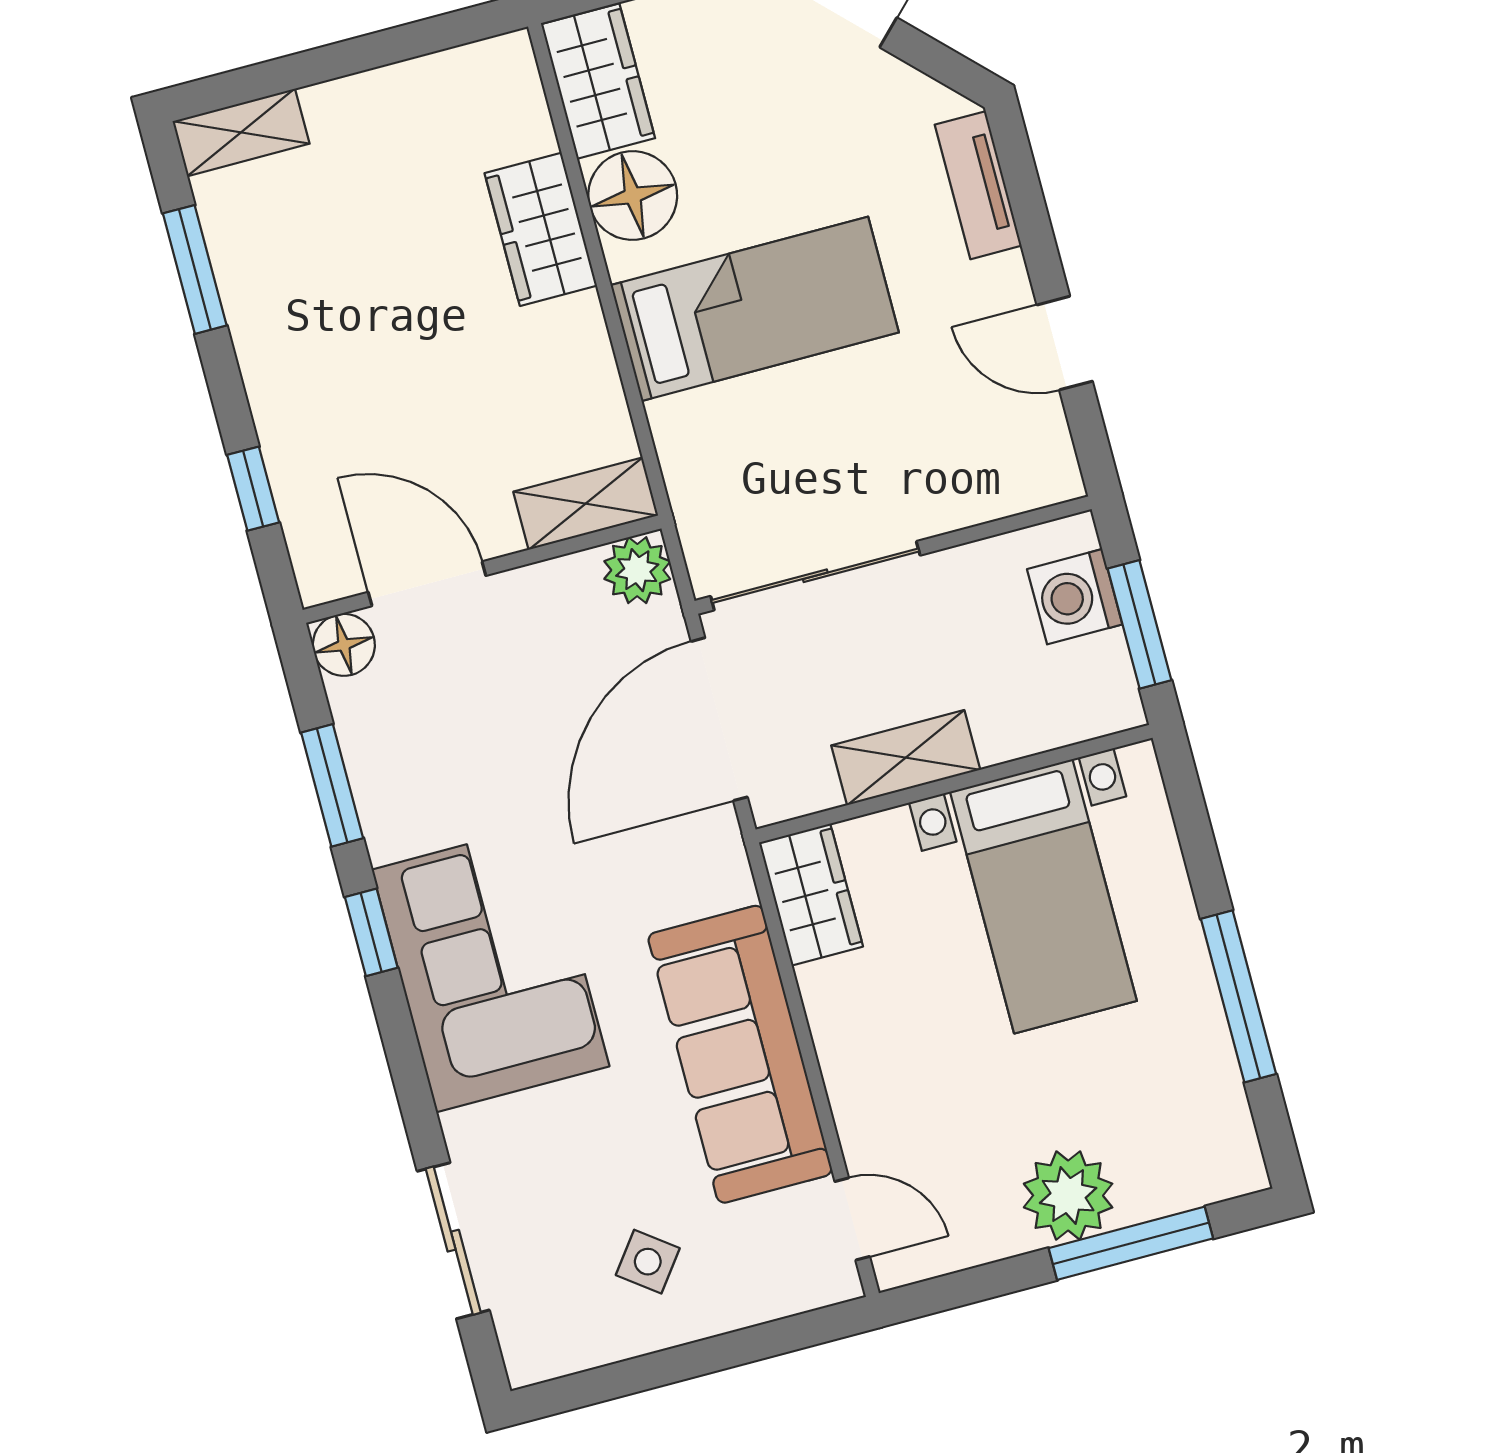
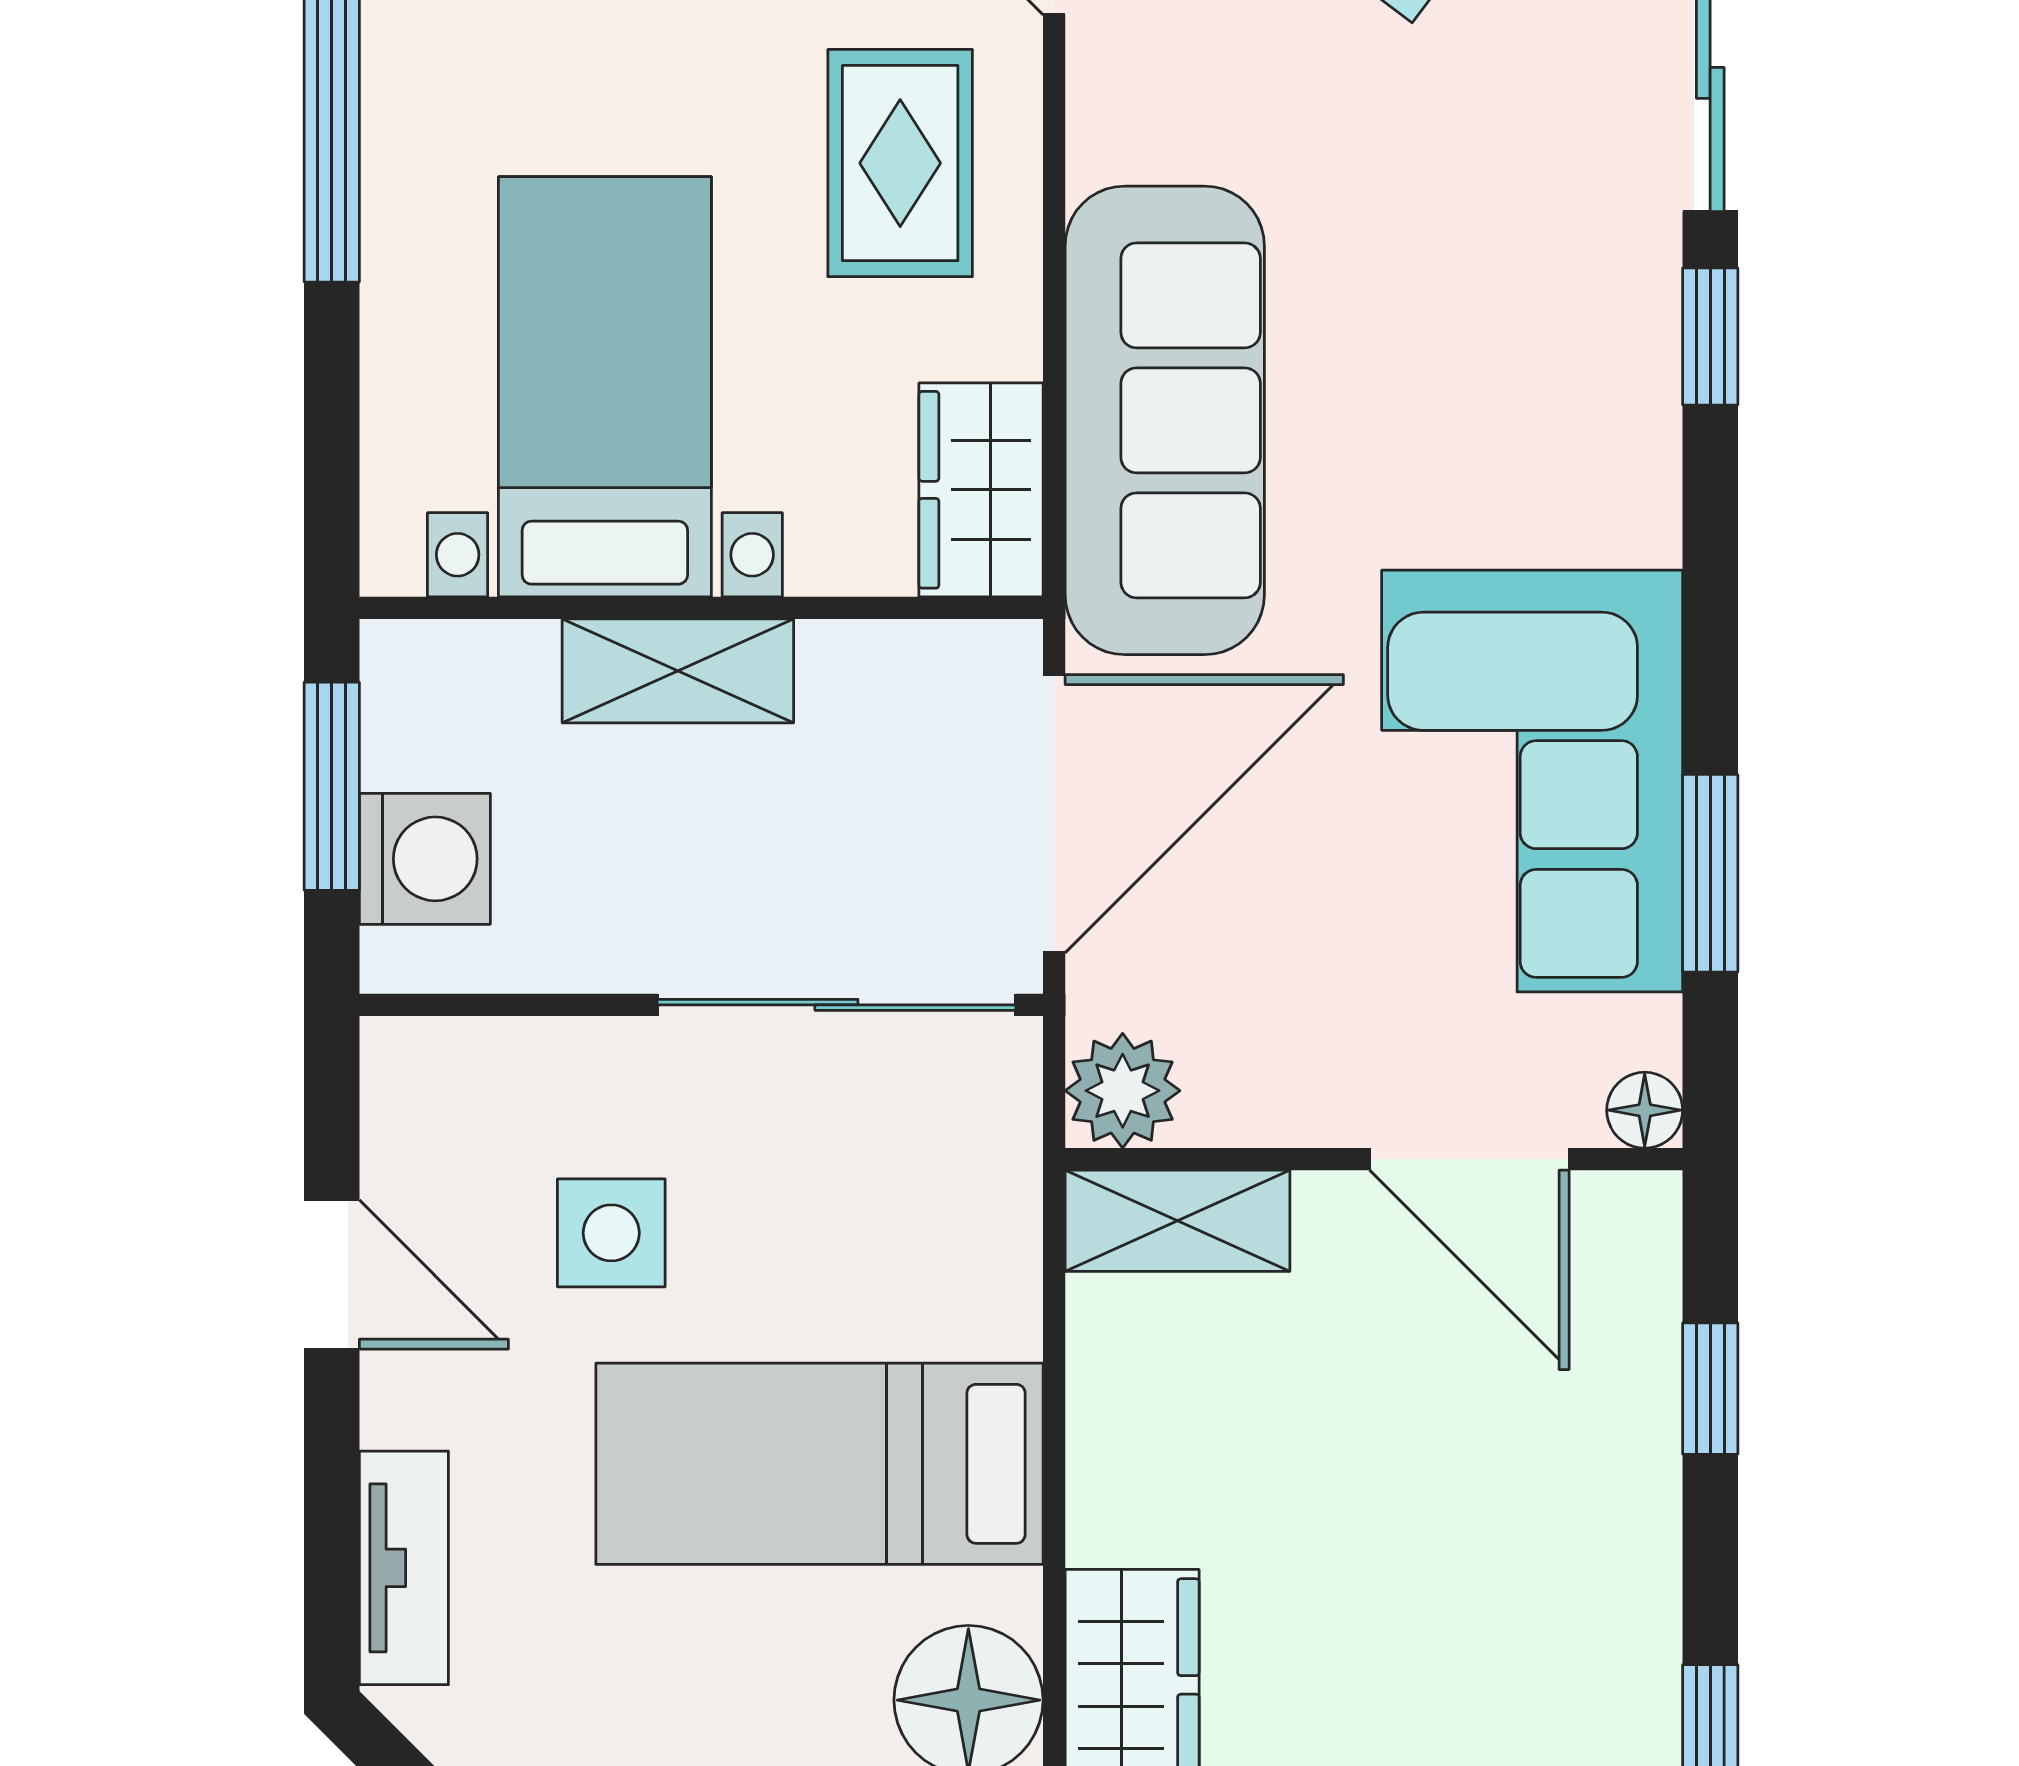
side table: (910, 410) -> (611, 1233), added
floor lamp: (344, 645) -> (1645, 1110), width x0.73, depth x0.73
shelving: (906, 758) -> (678, 671), moved
window: (371, 932) -> (1710, 336), moved
corner sofa: (491, 968) -> (1532, 781), moved
sofa: (740, 1054) -> (1165, 420), moved
rug: (908, 1070) -> (900, 163), added

